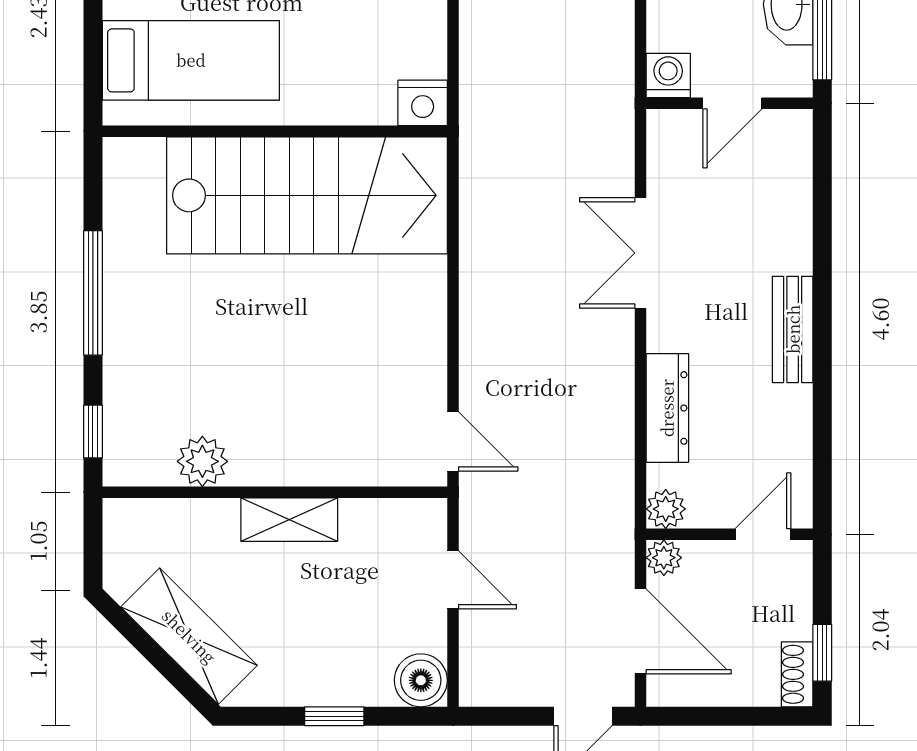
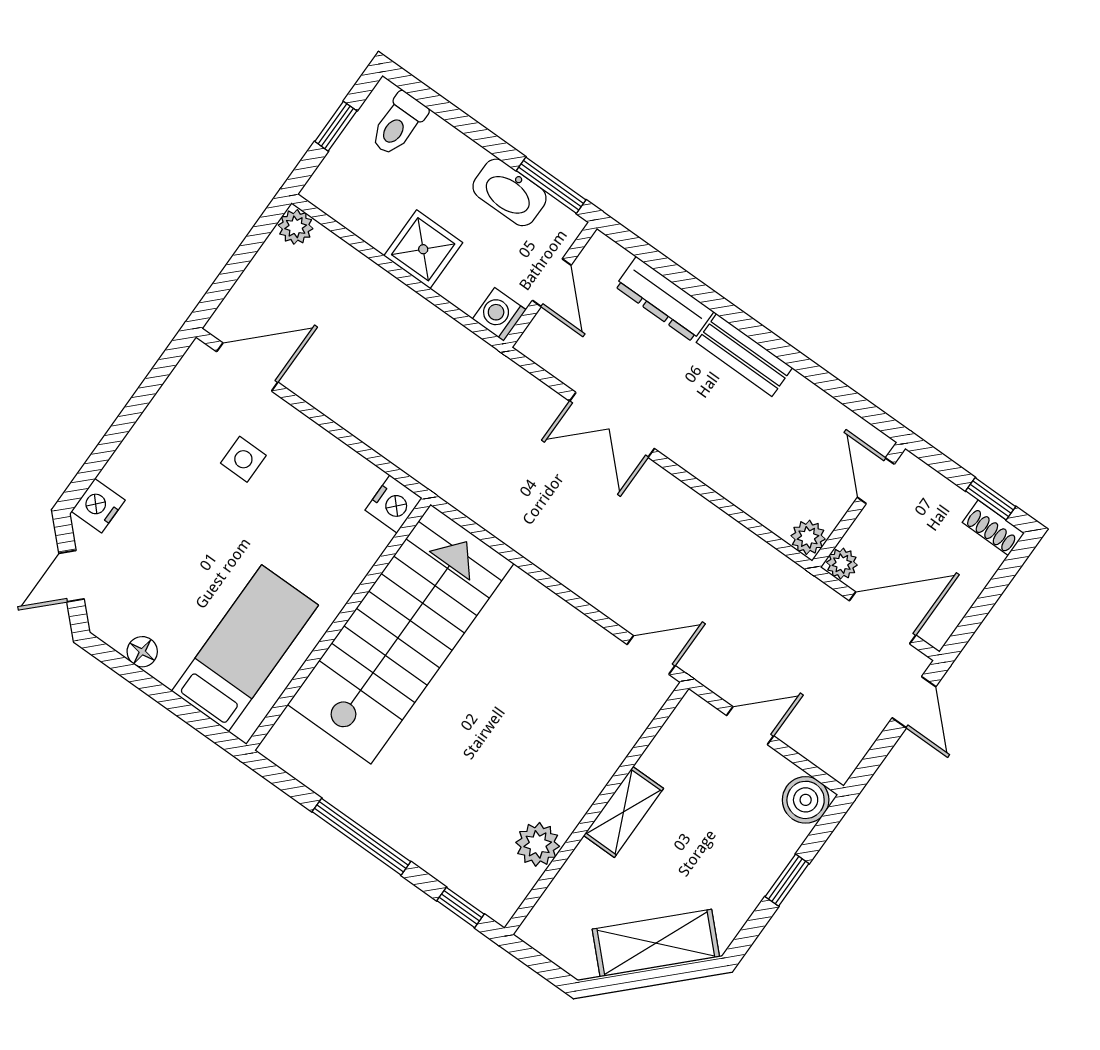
dresser: (667, 408) -> (664, 299), moved, turned 180

